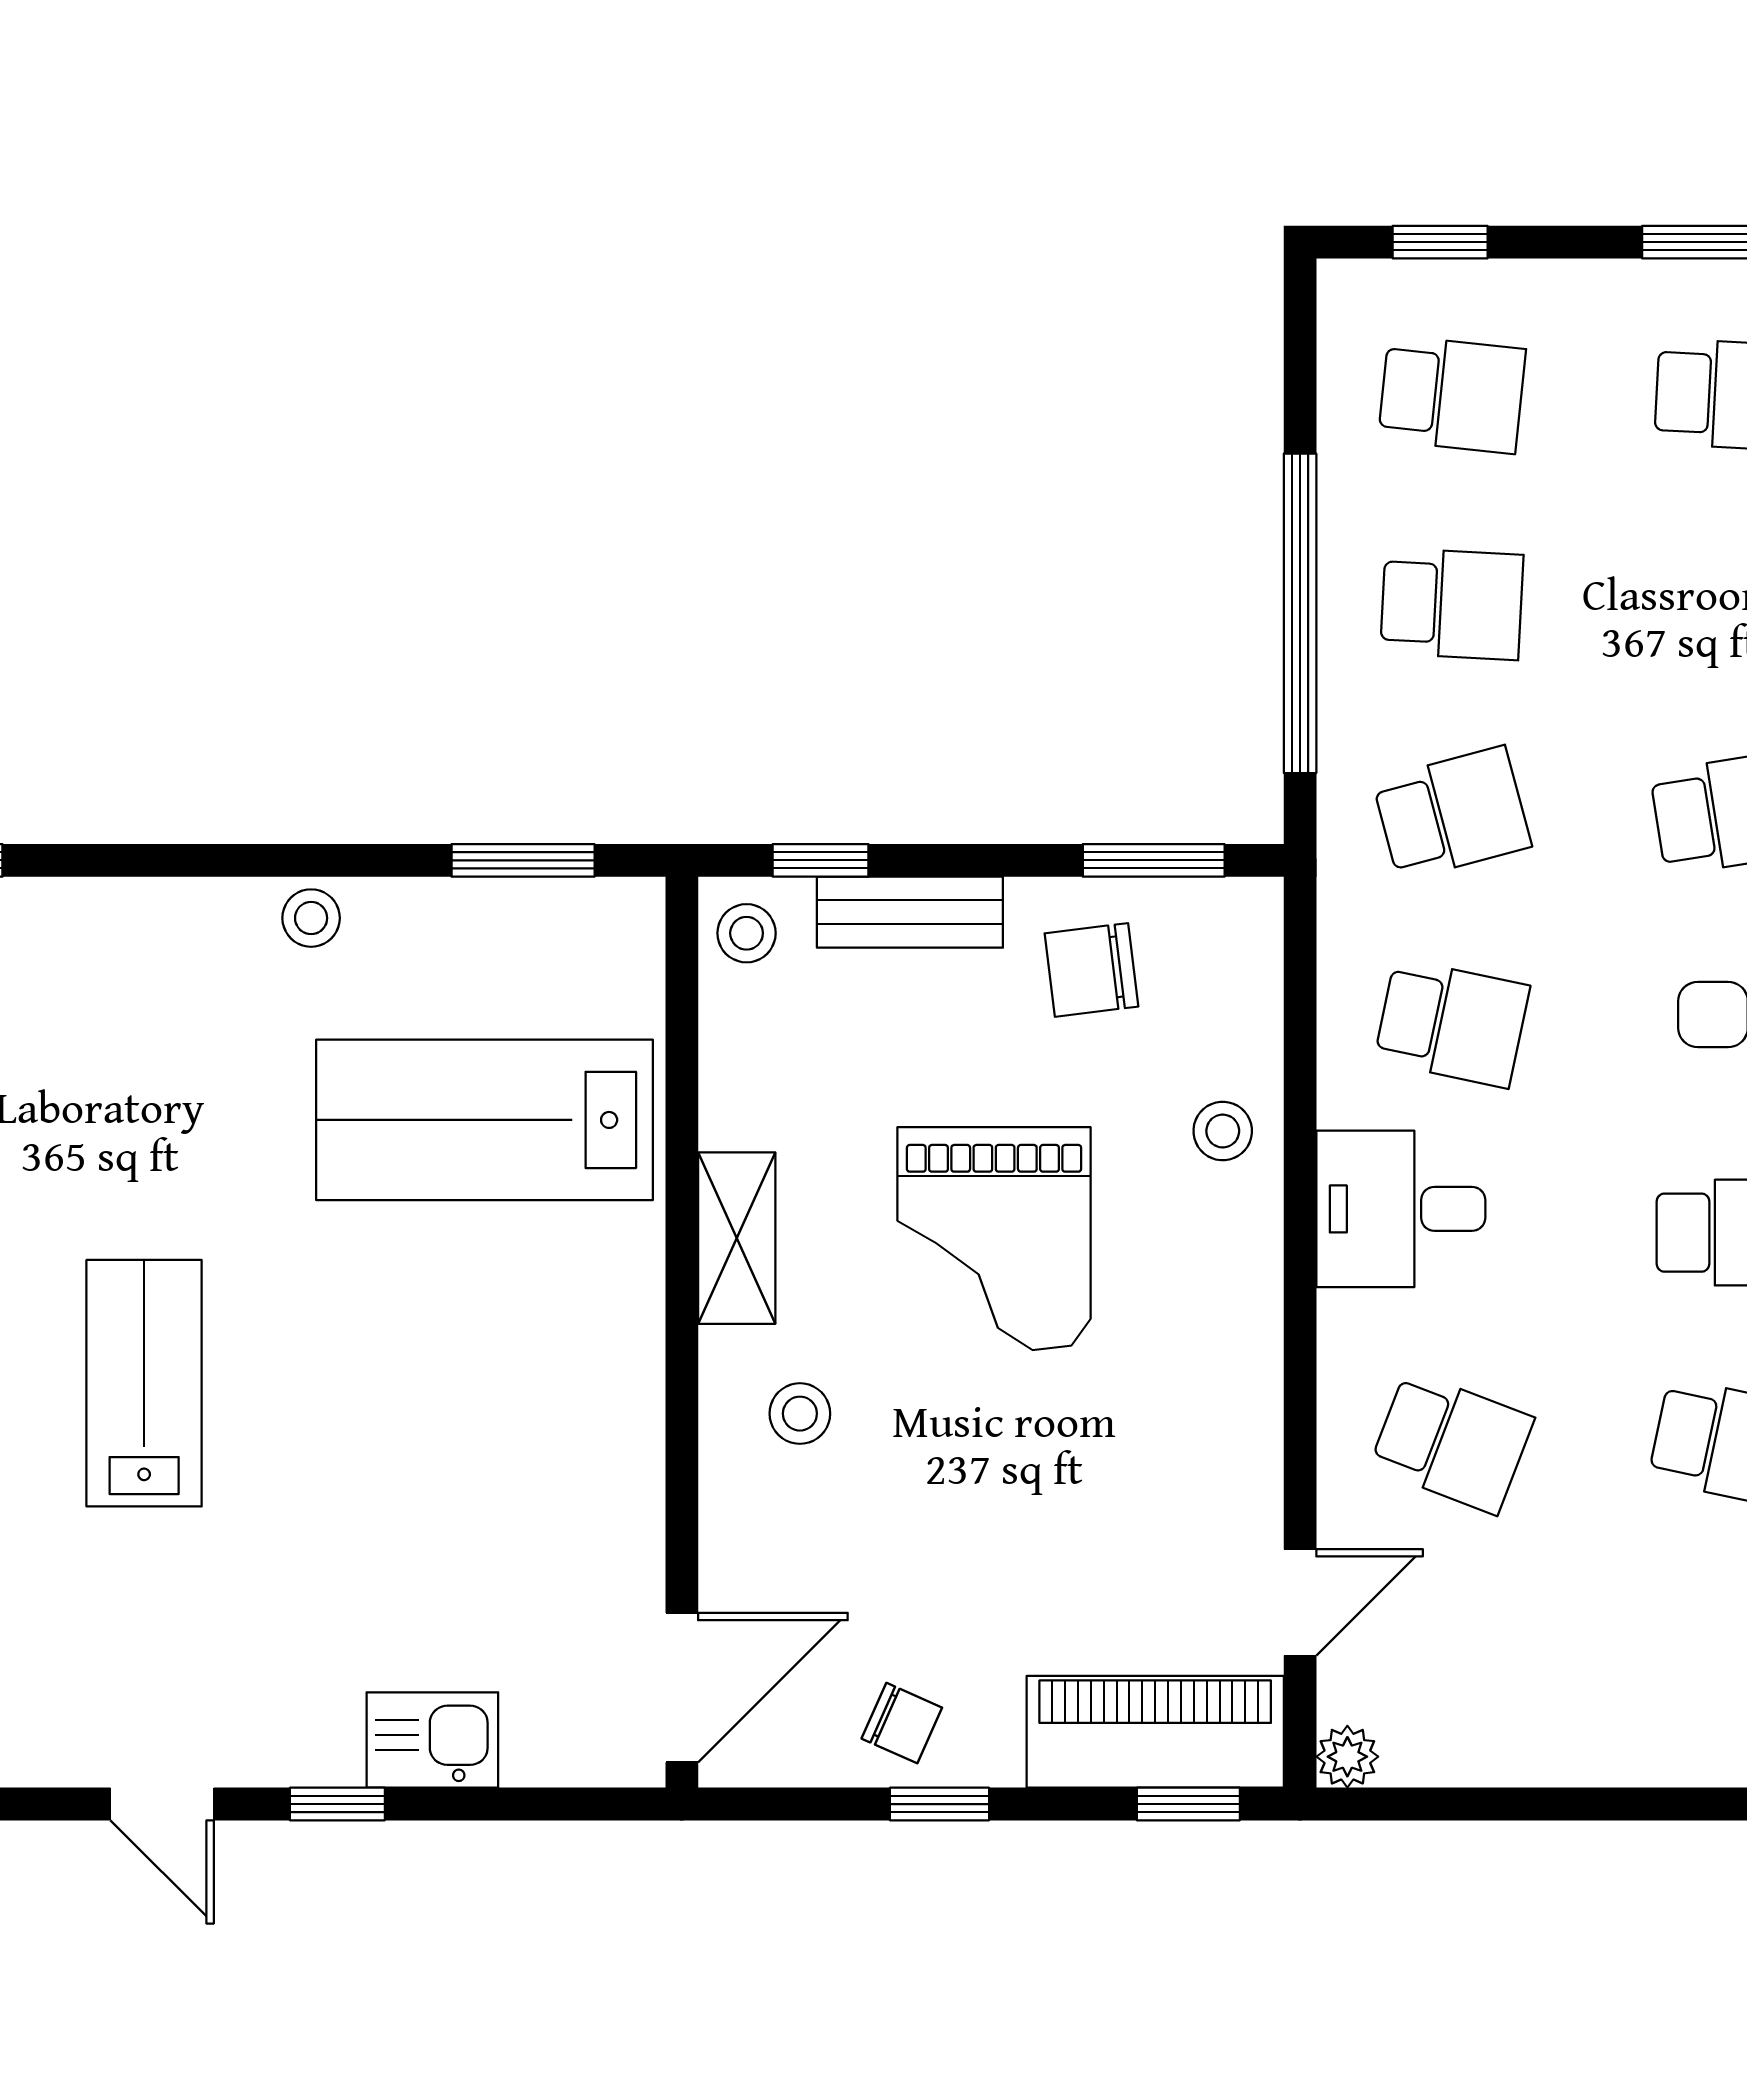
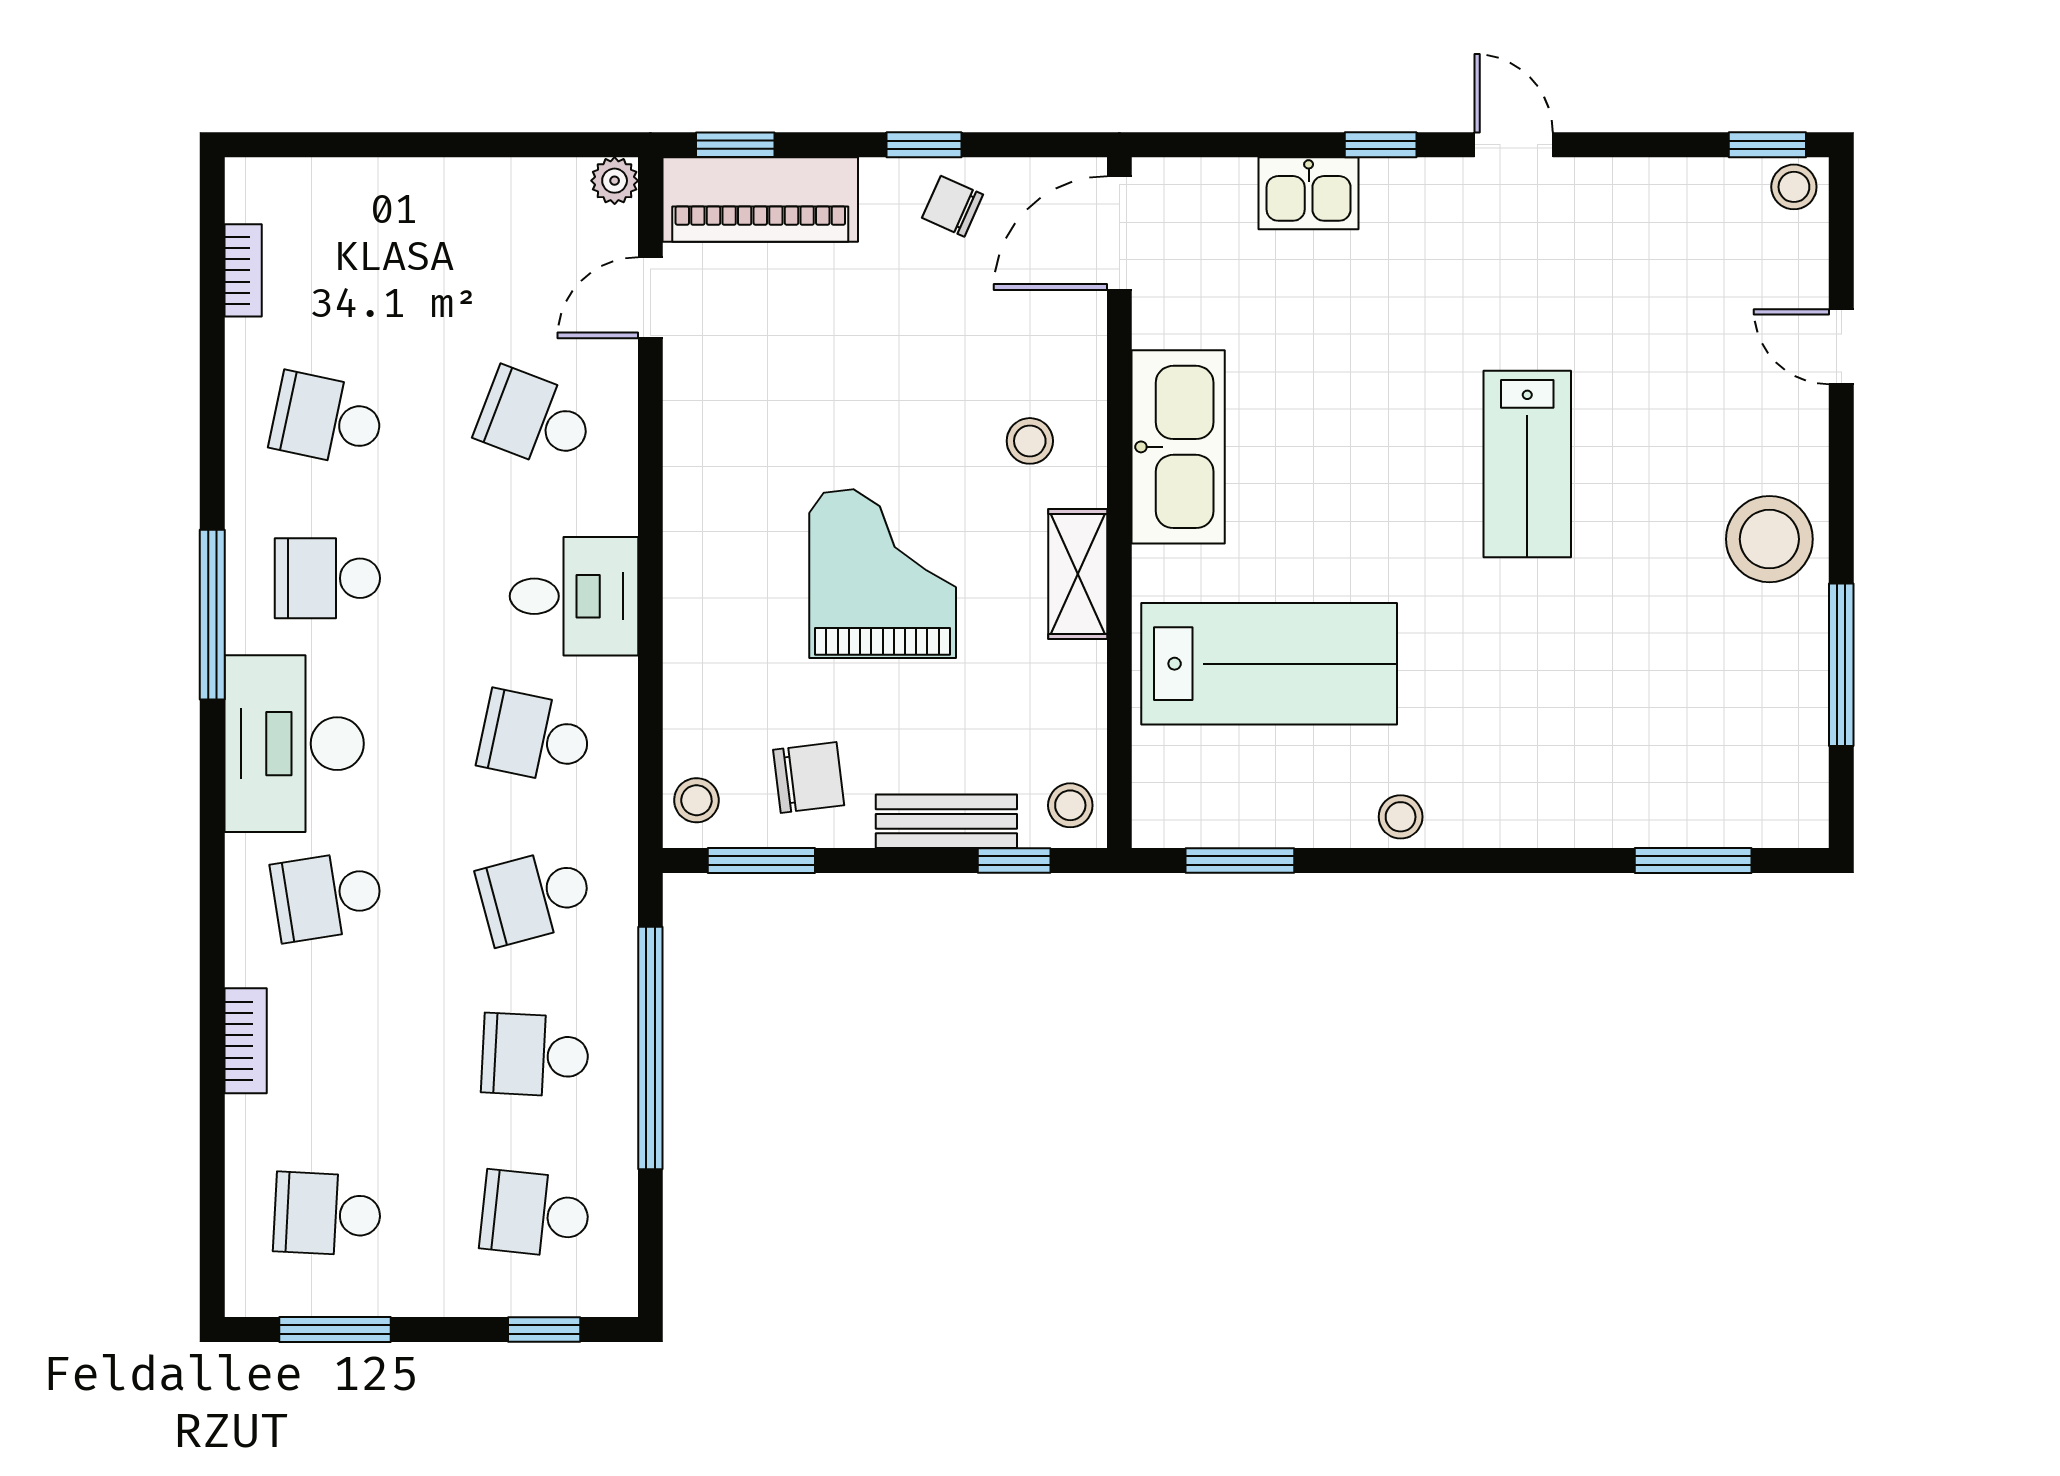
stool: (1223, 1131) -> (696, 800), moved
kitchen sink: (604, 1406) -> (1178, 447), added

